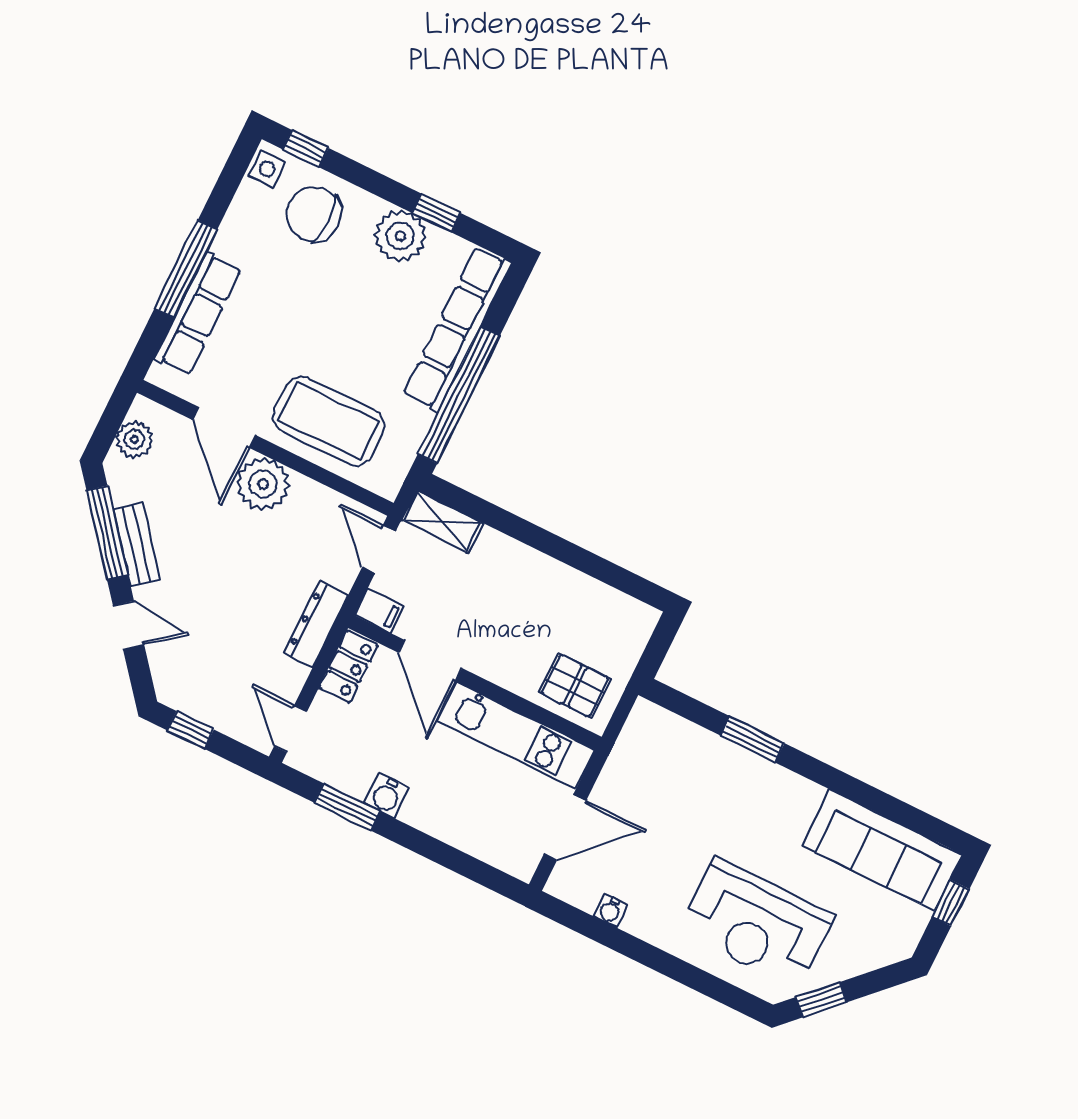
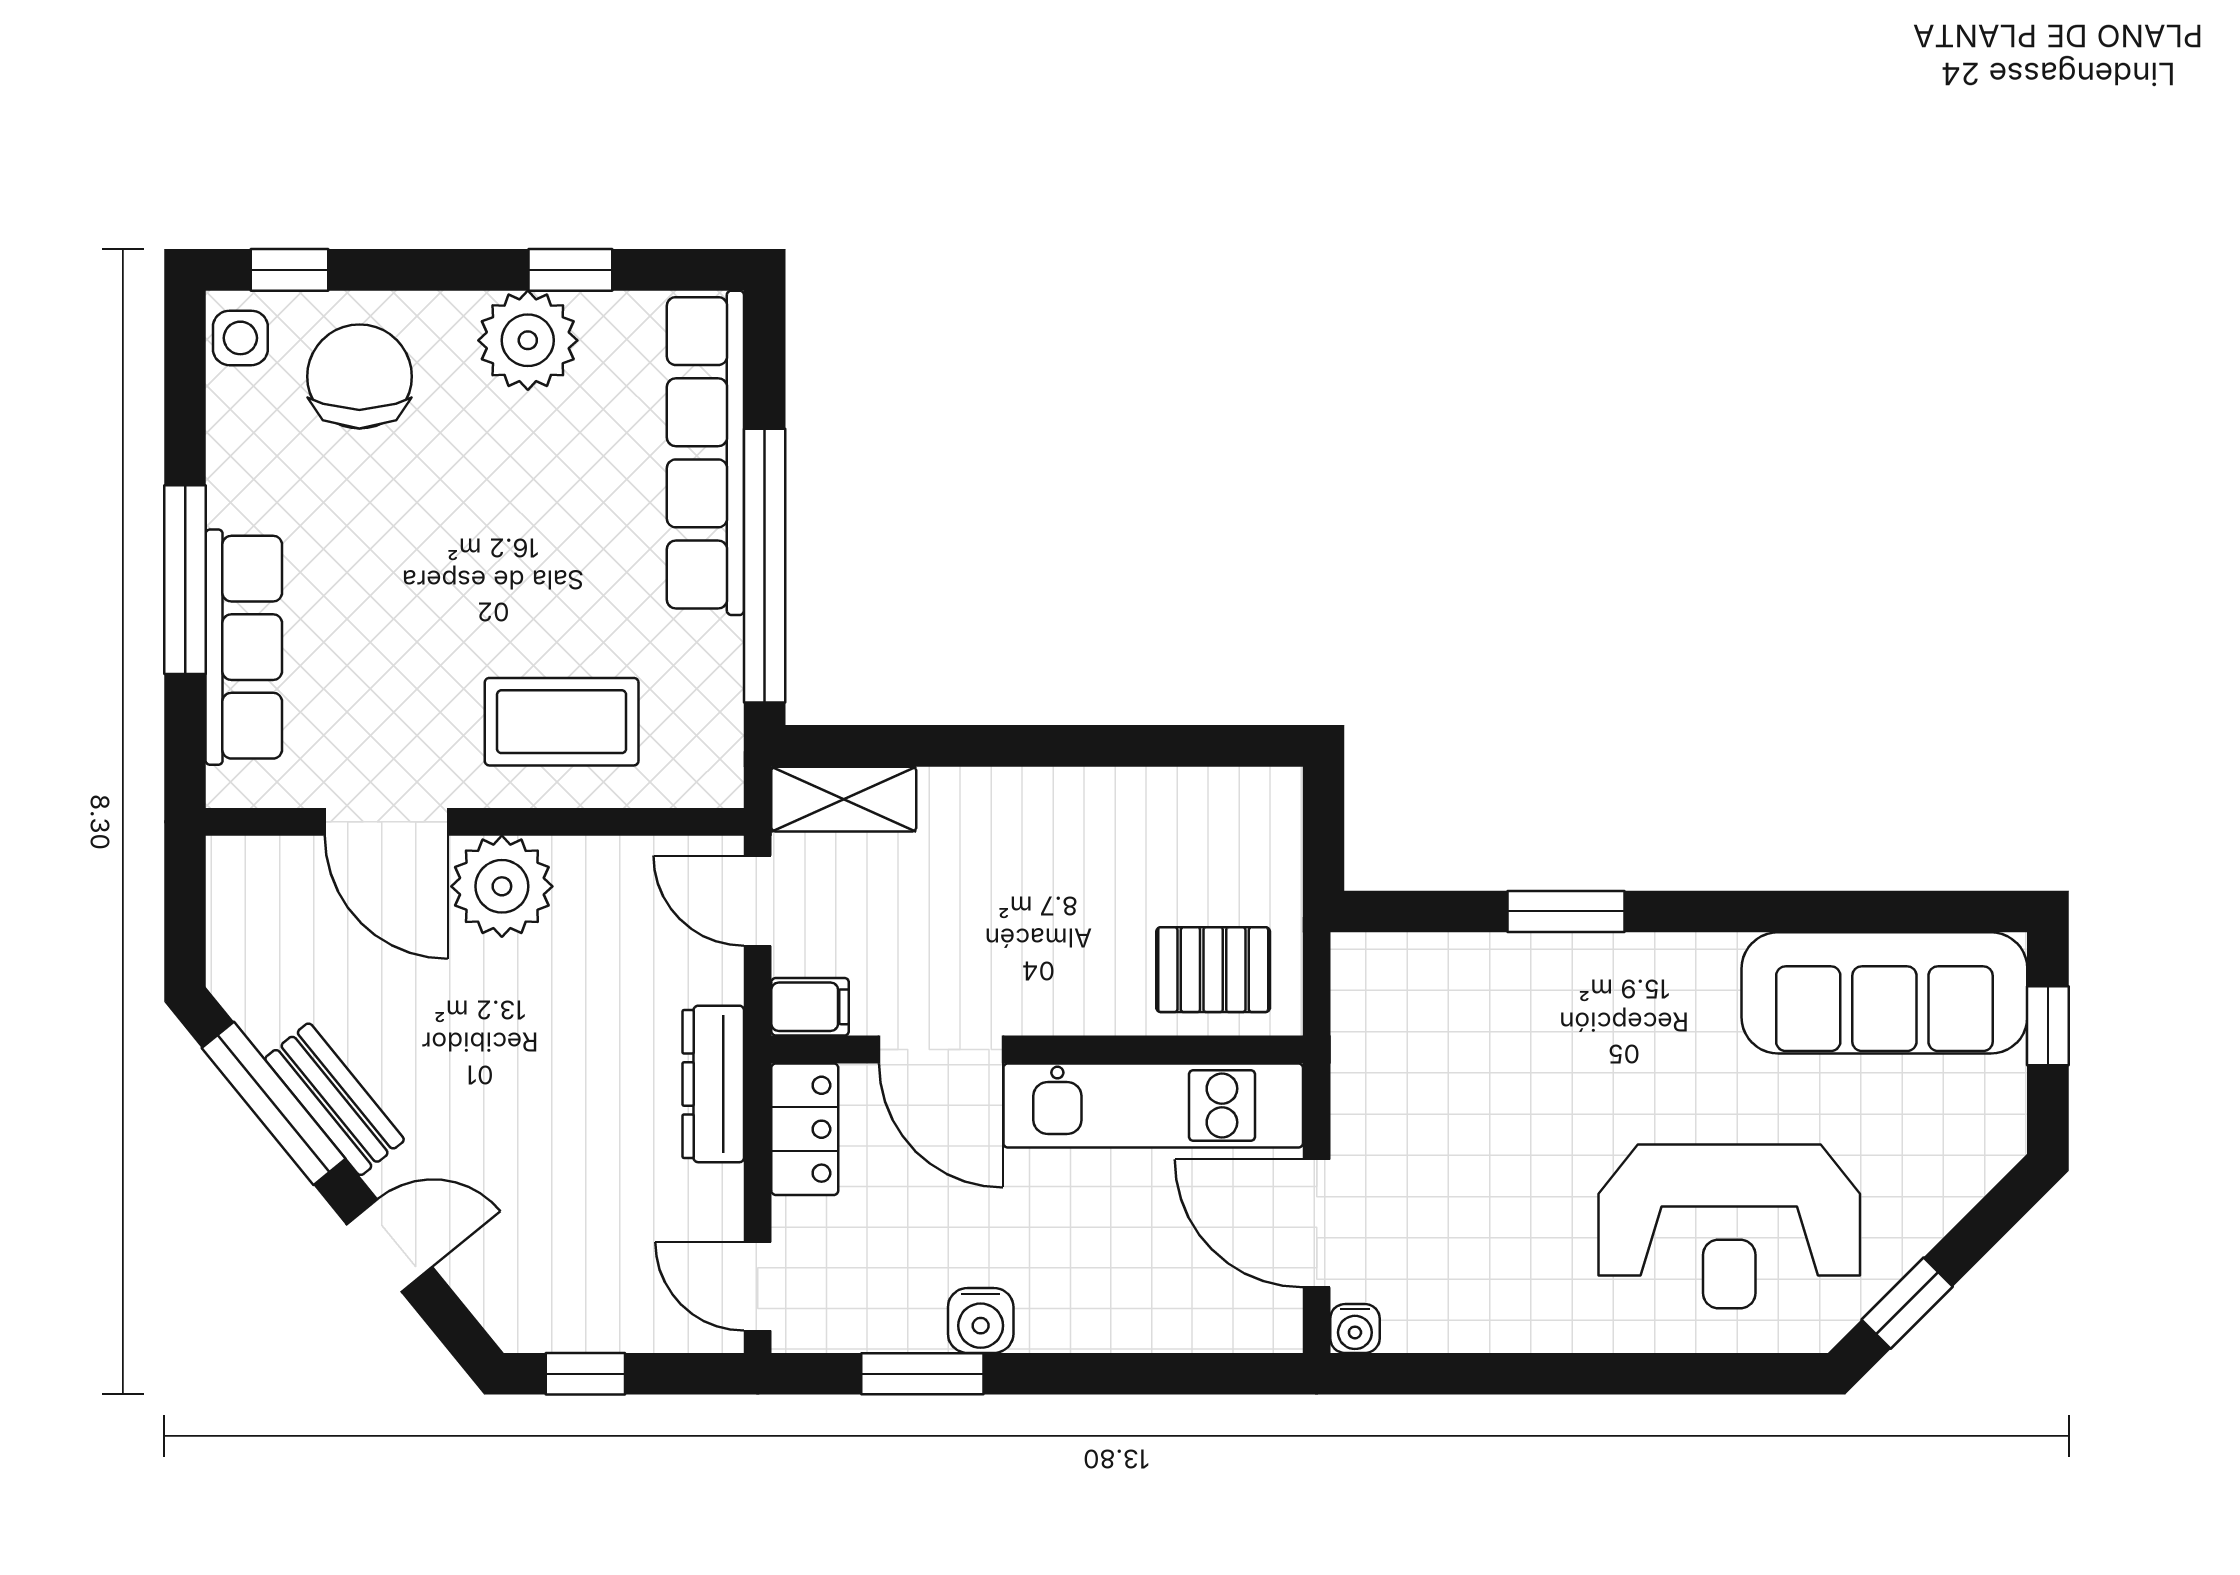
chair: (314, 214) -> (359, 376), turned 90
coffee table: (329, 421) -> (562, 722), width x0.73, depth x0.76
plant: (134, 439) -> (241, 919), removed
door: (565, 827) -> (1317, 1223), swing flipped
water cooler: (610, 910) -> (1355, 1328), moved

